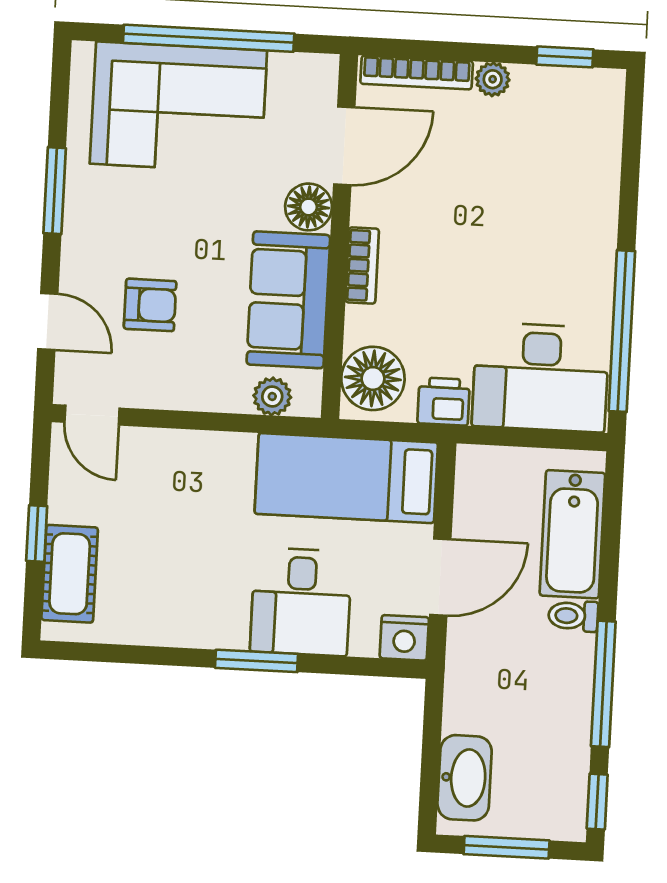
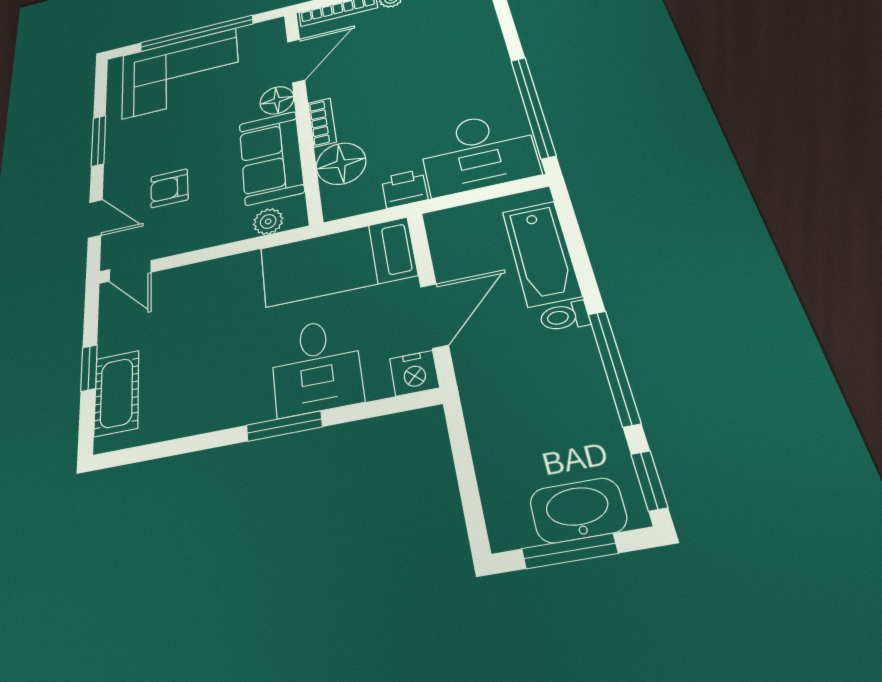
armchair: (150, 305) -> (169, 188), turned 180
floor lamp: (373, 378) -> (341, 164), moved
washbasin: (465, 778) -> (578, 510), moved, turned -90

